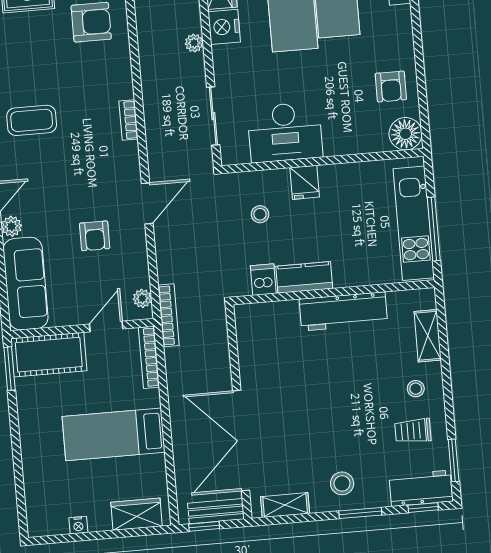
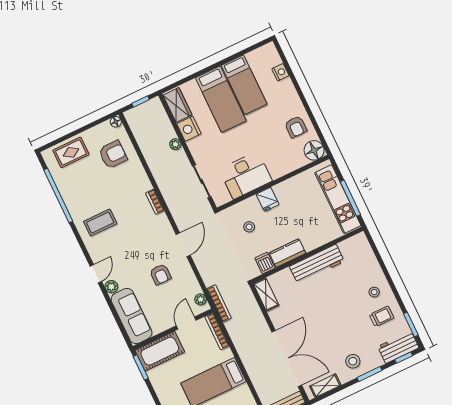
shelving: (428, 336) -> (266, 294), moved
trolley: (413, 431) -> (382, 316), turned 180
double door: (241, 440) -> (287, 359), swing flipped

